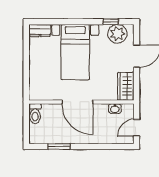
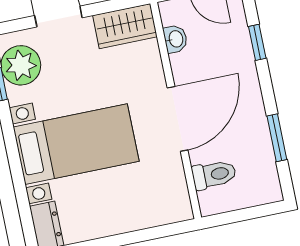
toilet: (35, 114) -> (214, 175), moved
window: (105, 147) -> (257, 42), added

